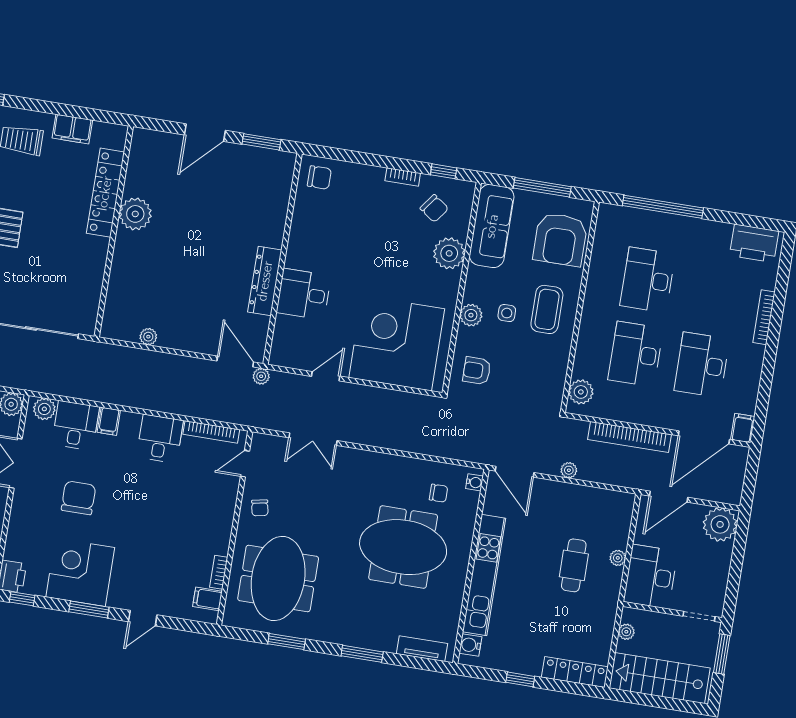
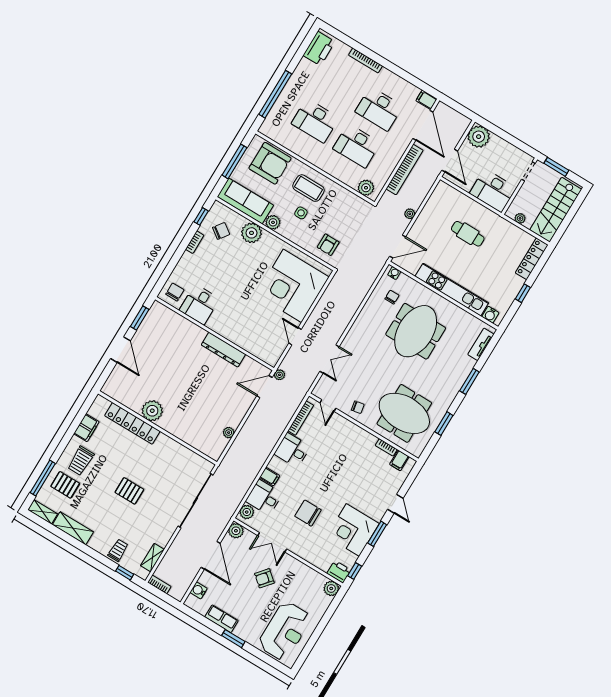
desk: (304, 294) -> (199, 305), moved
plant: (471, 315) -> (273, 222), moved
plant: (618, 558) -> (474, 206), removed

